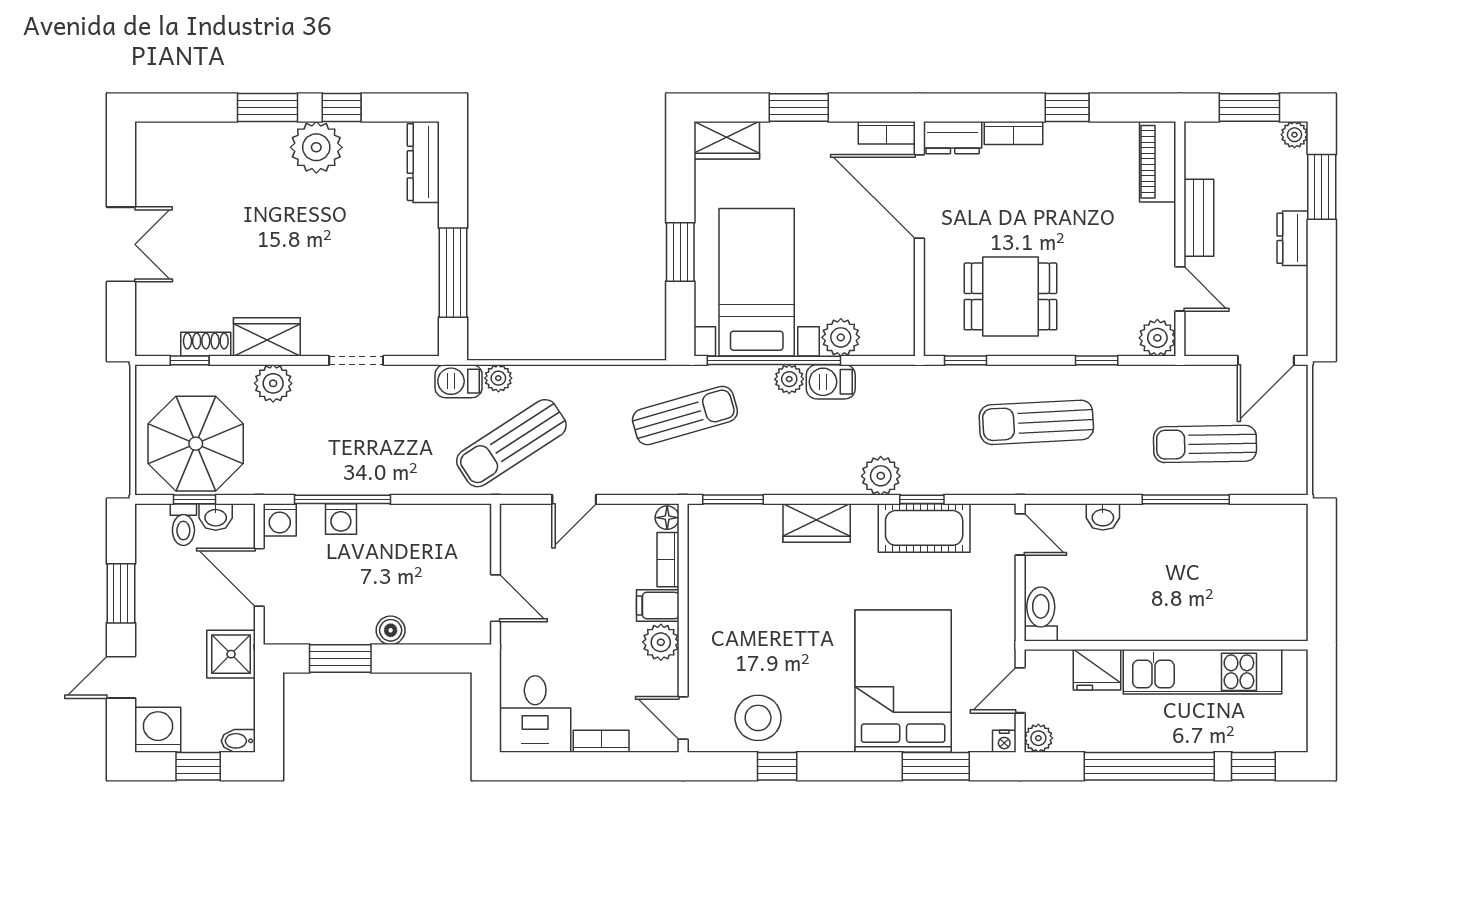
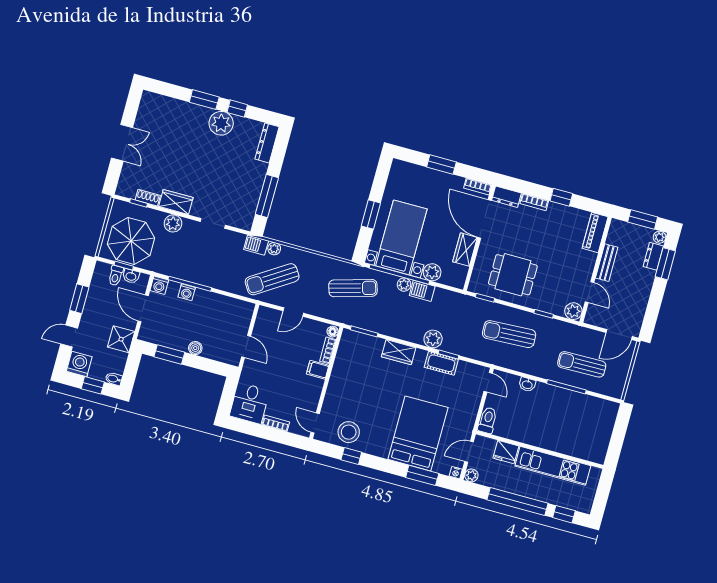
wardrobe: (727, 140) -> (465, 250), moved, turned 90
dresser: (1292, 238) -> (653, 256), moved
cot: (924, 528) -> (441, 363), width x0.73, depth x0.75
plant: (661, 642) -> (314, 386), removed

